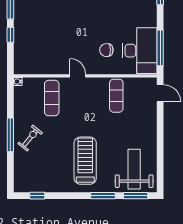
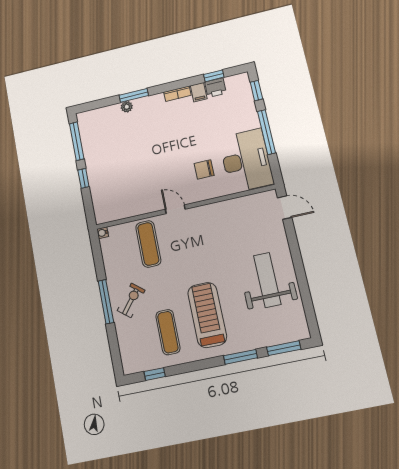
window: (160, 48) -> (266, 132), moved
exercise mat: (116, 96) -> (168, 332), moved
weight bench: (134, 169) -> (267, 280), moved

